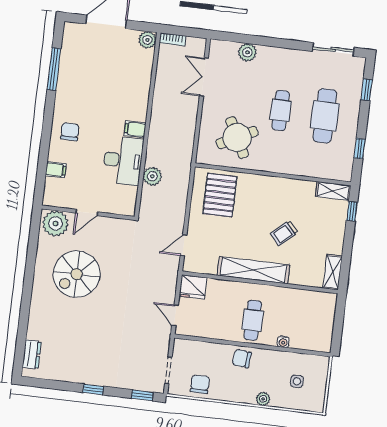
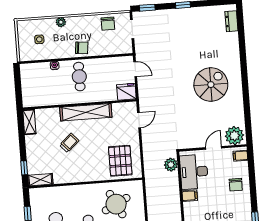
door: (87, 213) -> (214, 148), moved
wall: (88, 213) -> (213, 148), moved
plant: (55, 223) -> (234, 136), moved

